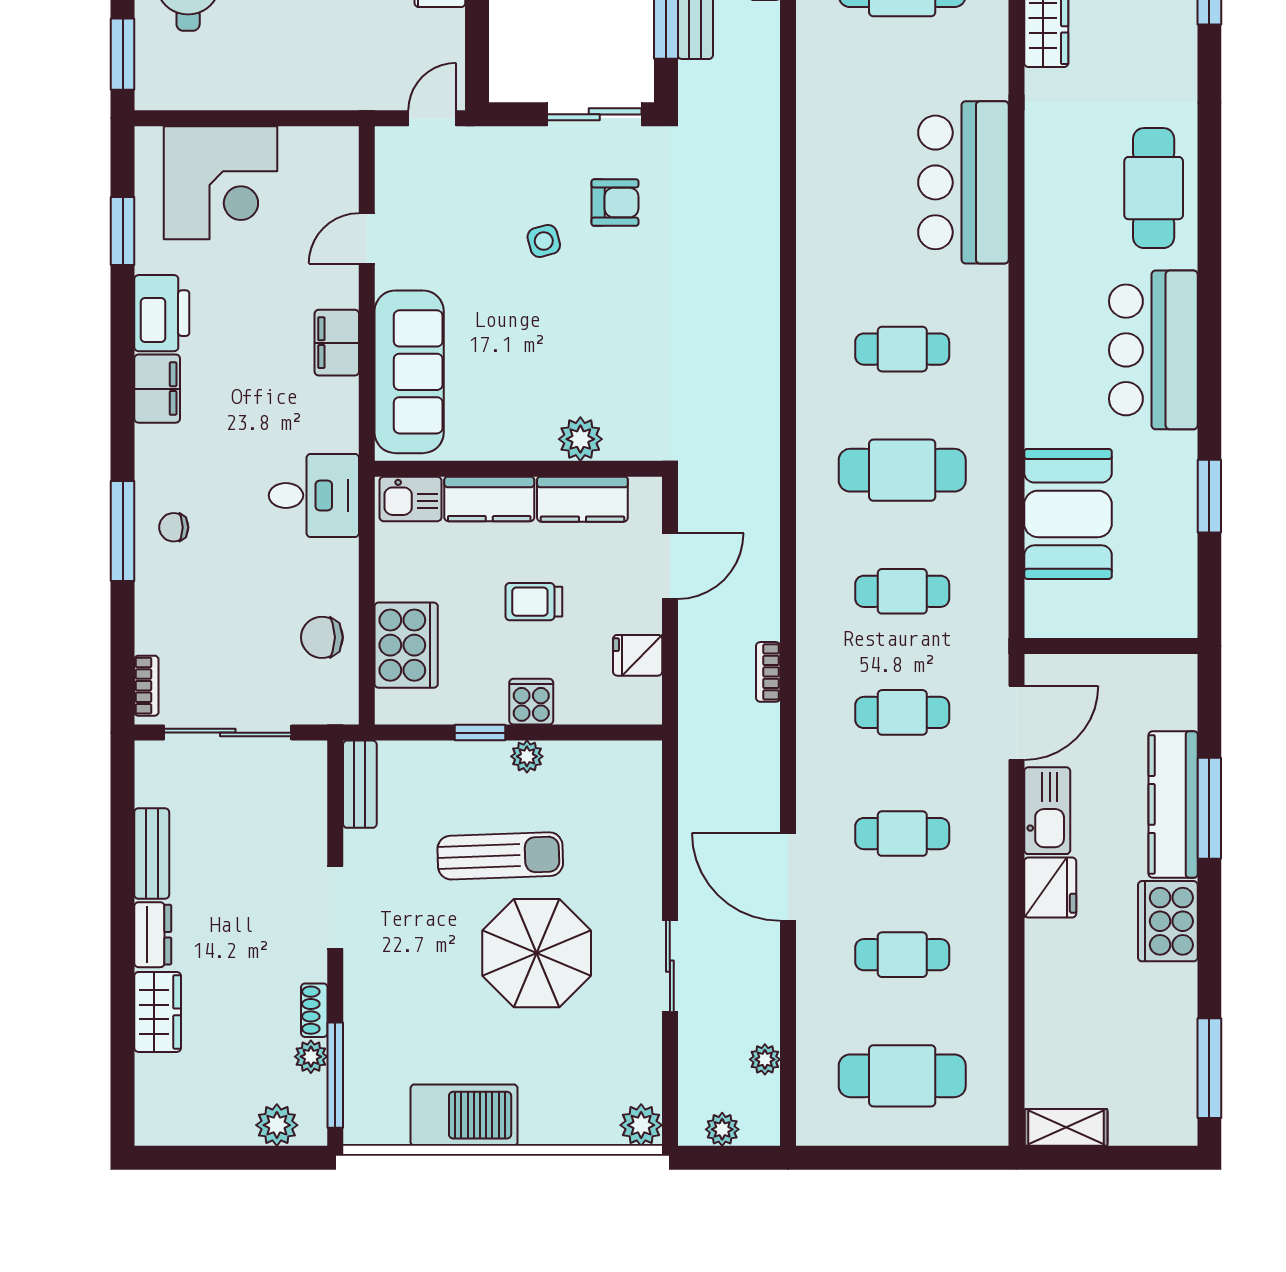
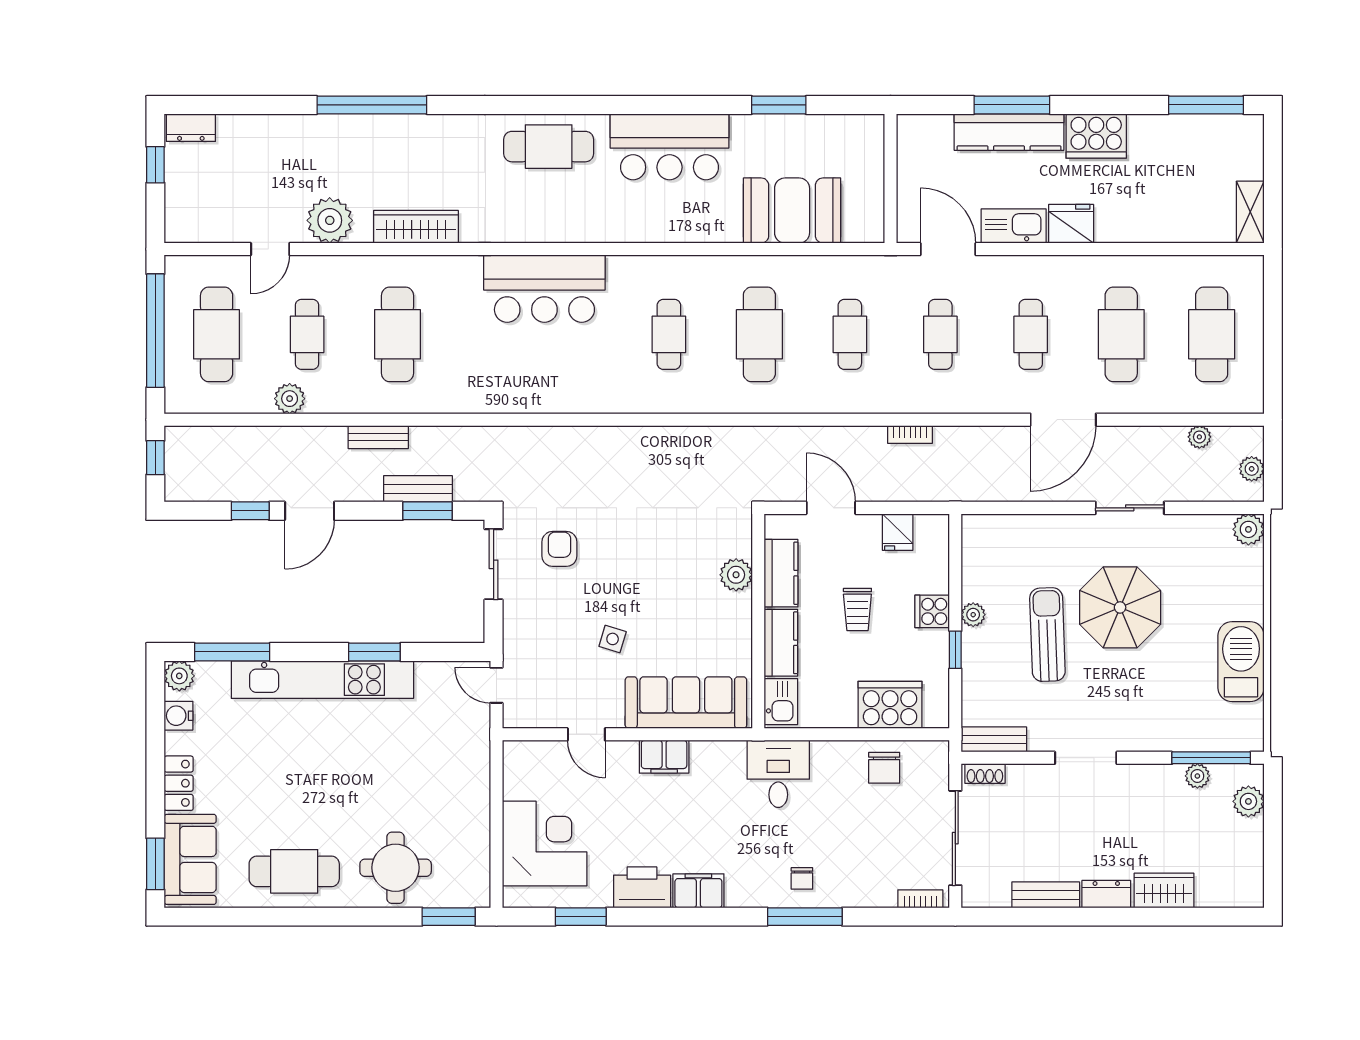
side table: (544, 241) -> (613, 639), moved, turned 32
cafe table: (902, 955) -> (1121, 334), width x1.37, depth x1.35
shoe rack: (314, 1010) -> (985, 774), moved

